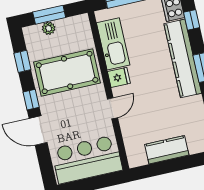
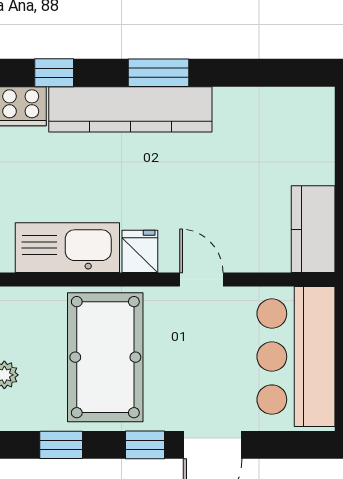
kitchen counter: (167, 150) -> (313, 229), moved

